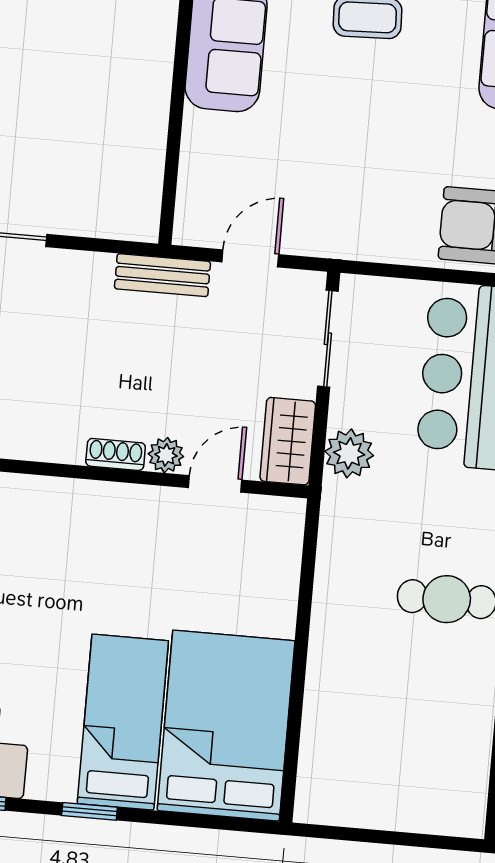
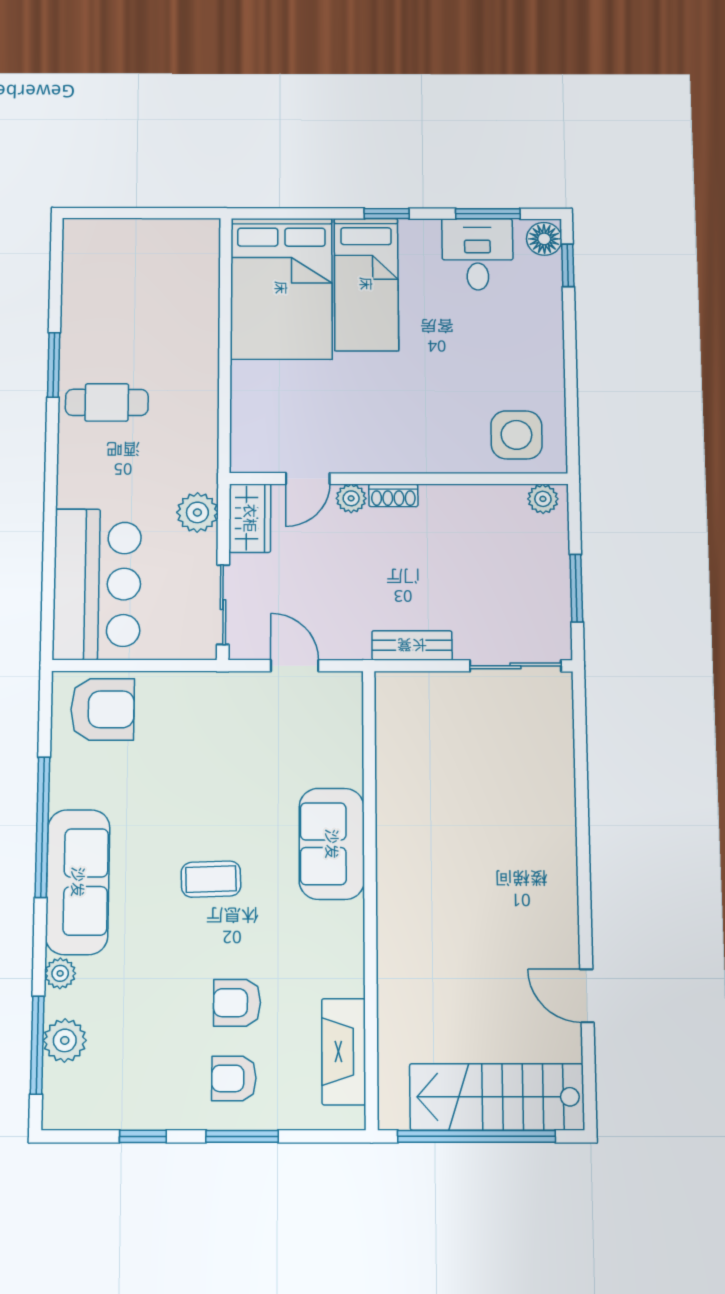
door: (250, 258) -> (295, 666), swing flipped
bench: (162, 275) -> (412, 645), moved

